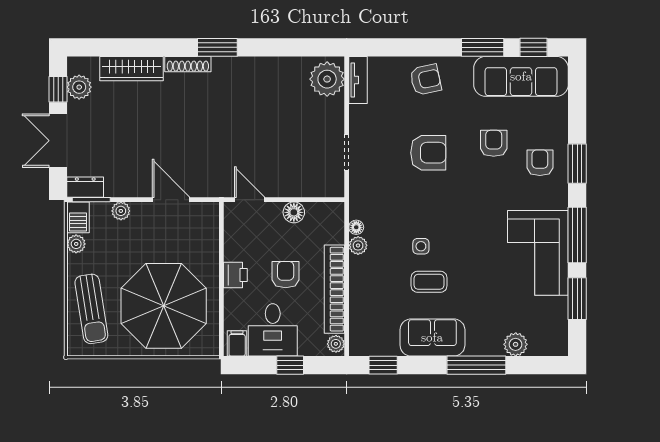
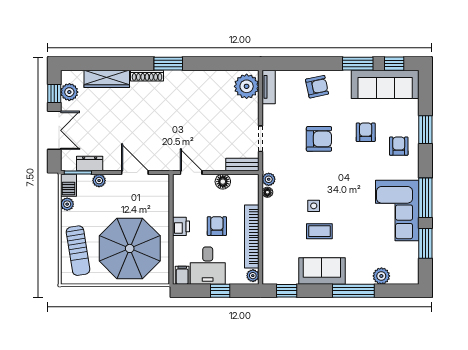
double door: (58, 141) -> (54, 130), swing flipped
window: (577, 164) -> (425, 130), moved
dresser: (85, 187) -> (90, 163), moved
bench: (321, 188) -> (242, 164), added
plant: (358, 245) -> (269, 179), moved

